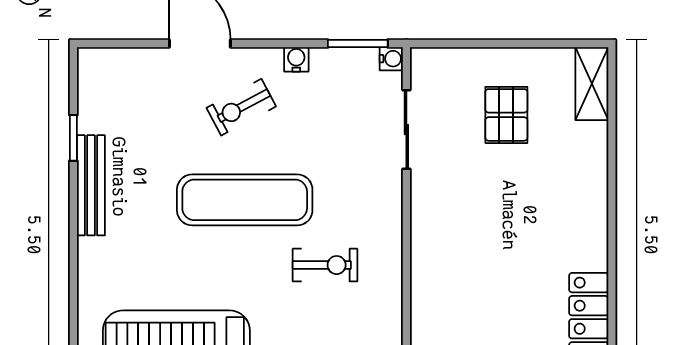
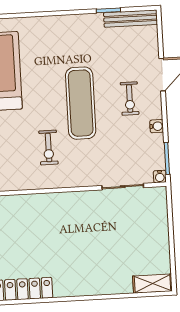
exercise bike: (241, 107) -> (130, 98), turned -152
pallet: (506, 115) -> (133, 239), removed
bench: (91, 185) -> (130, 19), moved

